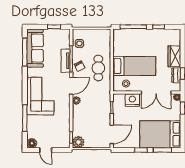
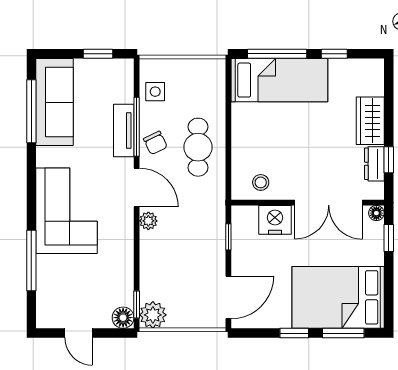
bed: (134, 66) -> (279, 80), moved
door: (71, 86) -> (137, 187), hinge flipped
floor lamp: (32, 143) -> (123, 318), moved

